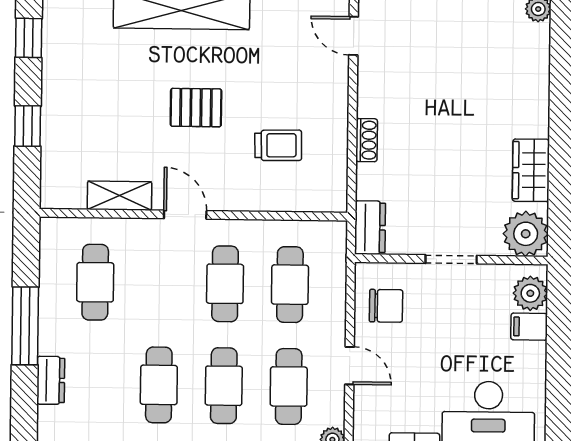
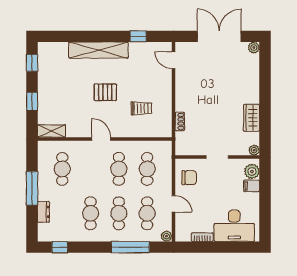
shoe rack: (367, 140) -> (180, 121), moved
shelving: (119, 196) -> (52, 131), moved
dresser: (370, 228) -> (182, 144), removed
plant: (526, 234) -> (254, 150), width x0.53, depth x0.53

